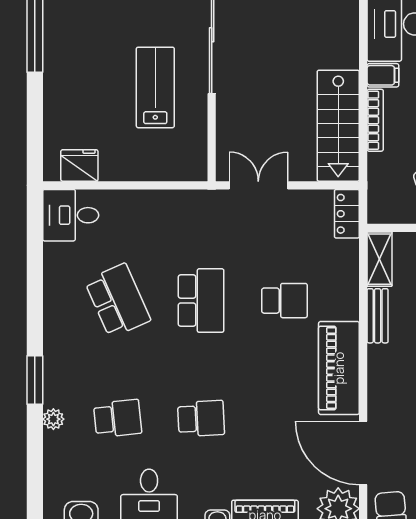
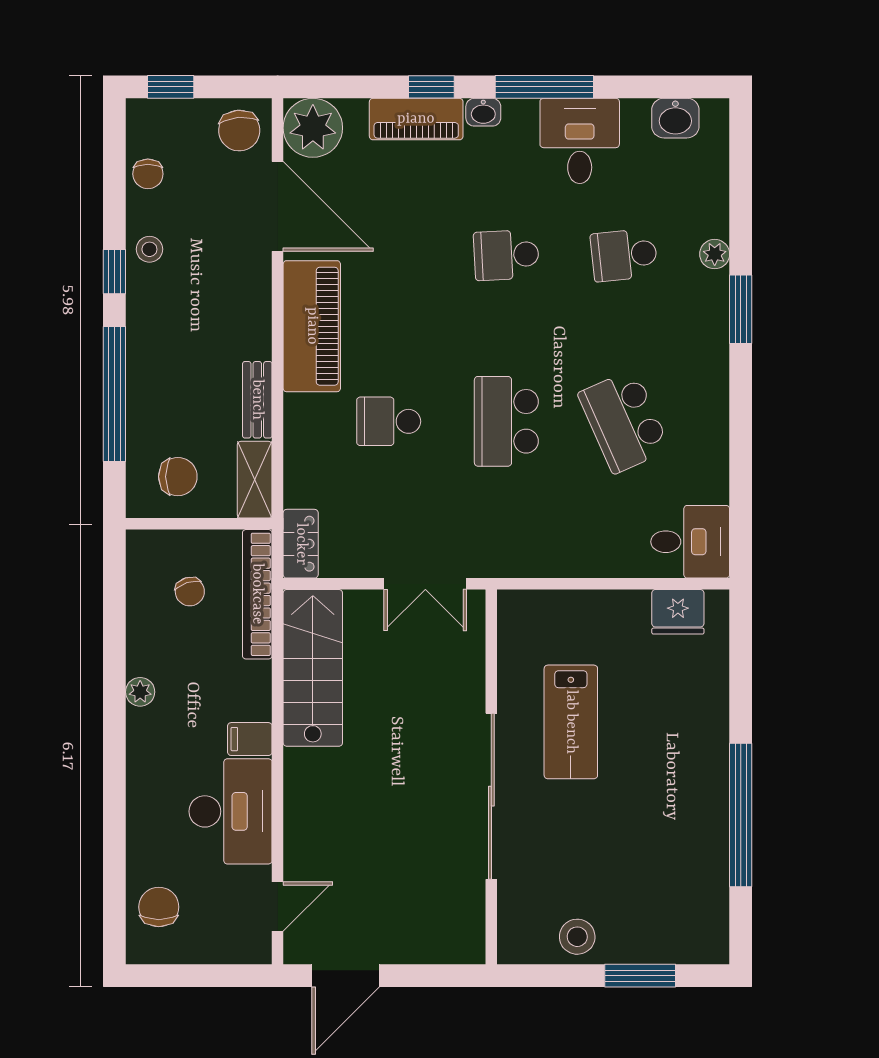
bookcase: (375, 120) -> (257, 594), moved, width x1.48, depth x1.31

